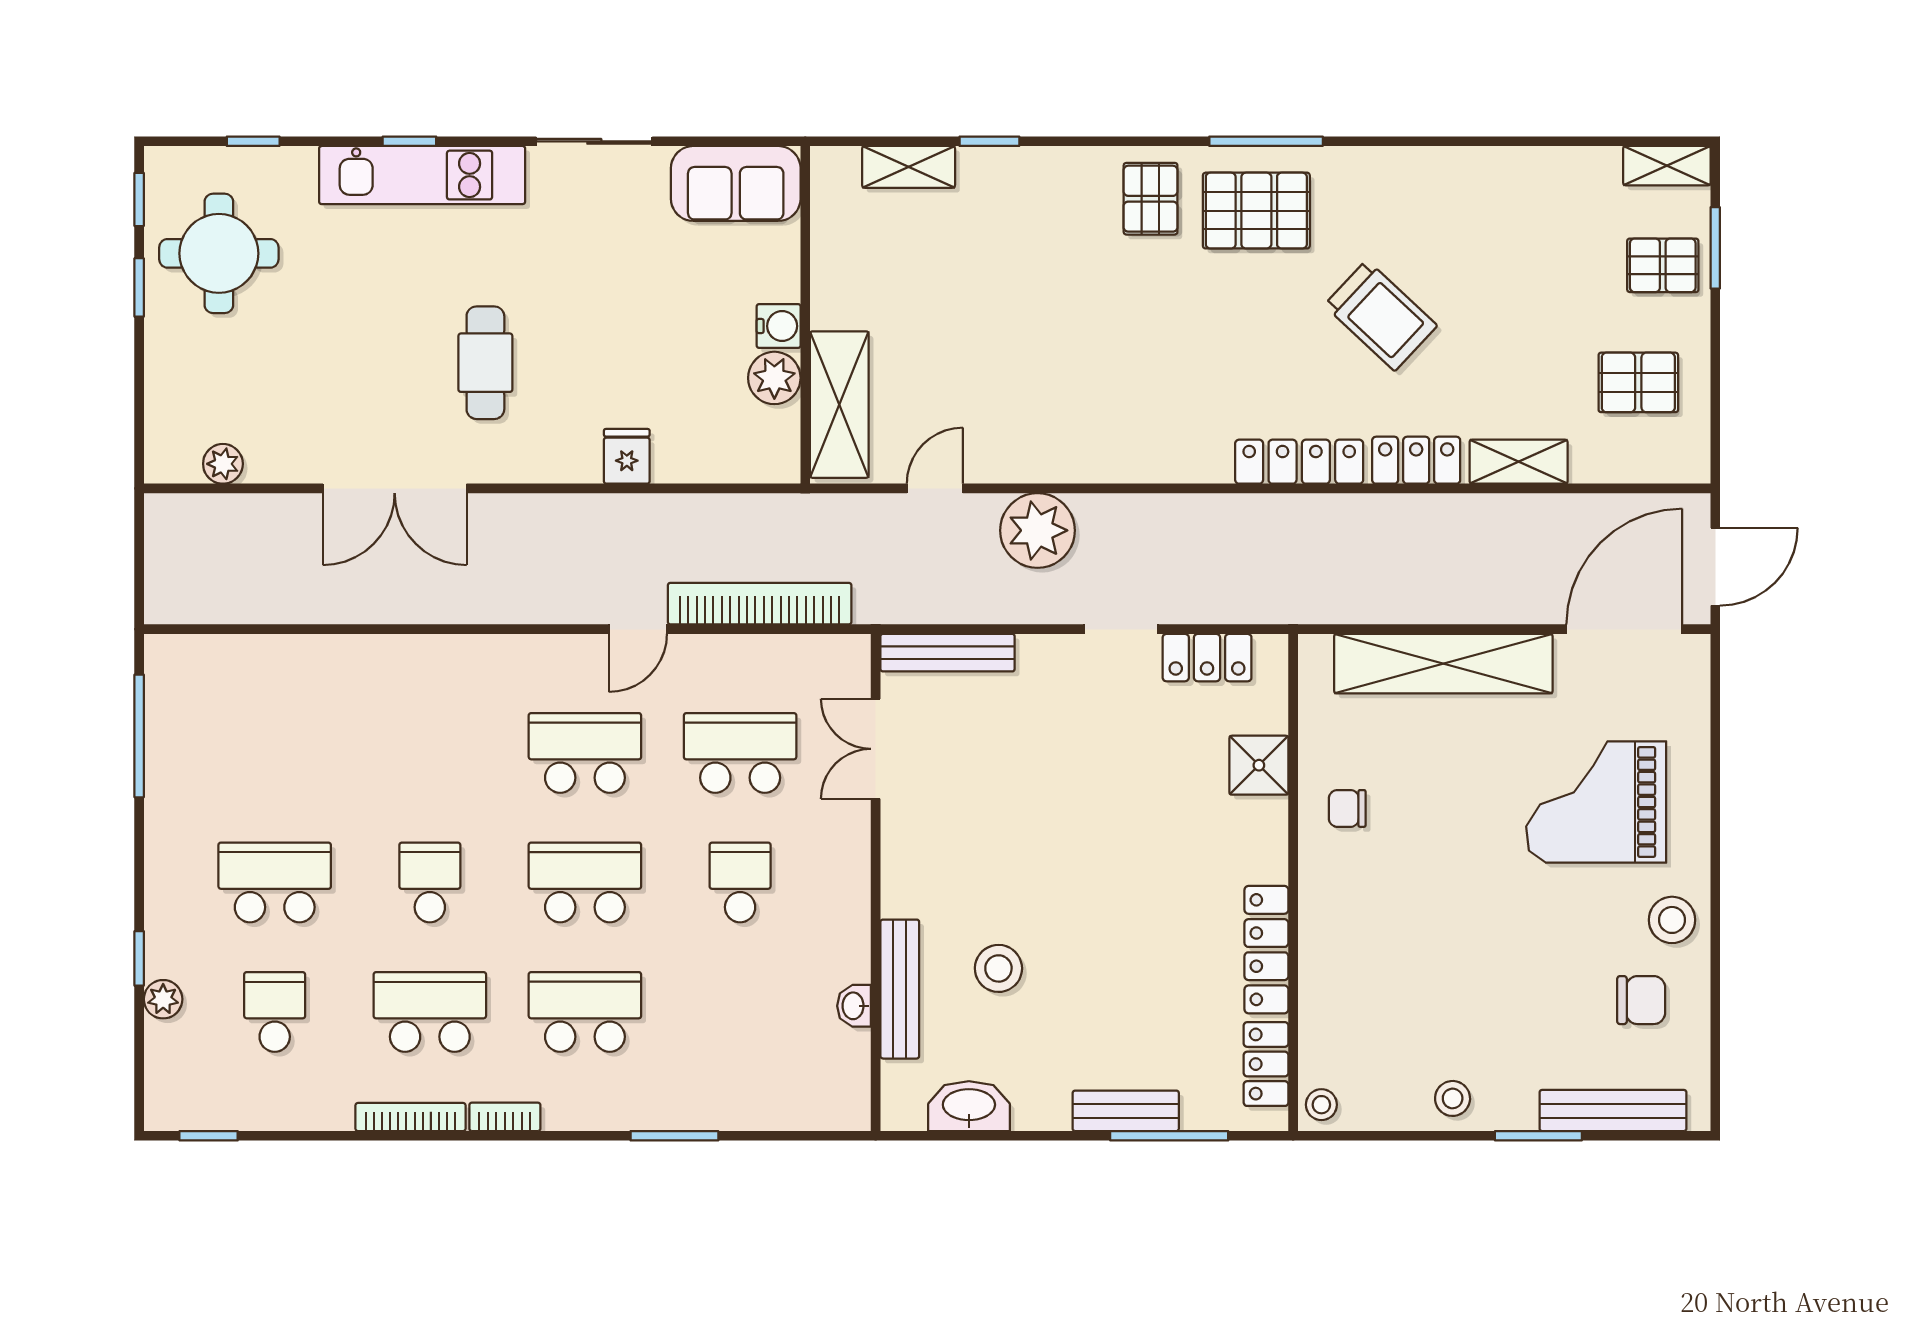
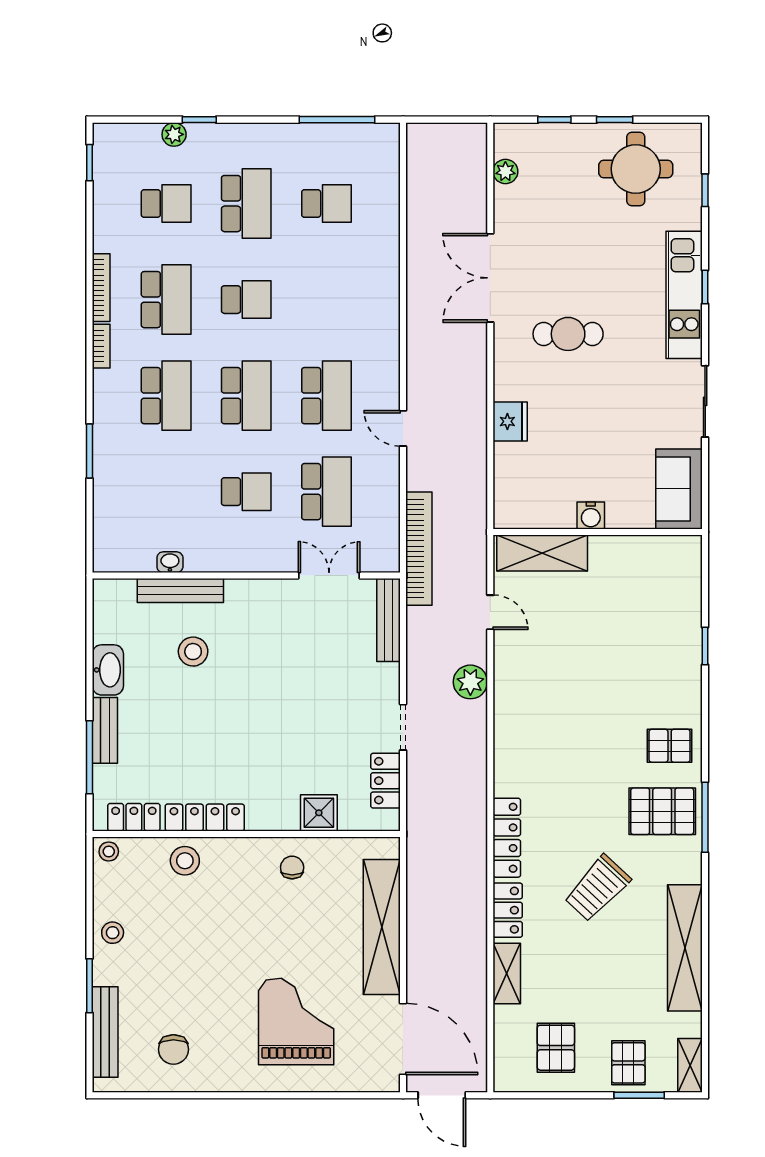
shelving: (909, 167) -> (685, 948), moved, width x2.20, depth x1.33
window: (139, 199) -> (554, 120), moved
pallet: (1256, 211) -> (662, 811), turned 90
plant: (774, 378) -> (559, 513), removed
fridge: (627, 456) -> (510, 421), width x1.38
plant: (1037, 530) -> (470, 682), width x0.73, depth x0.73
bookcase: (760, 604) -> (419, 549), moved
school desk: (275, 753) -> (326, 204), added
stool: (1672, 920) -> (185, 861), moved
washbasin: (969, 1106) -> (108, 670), moved

